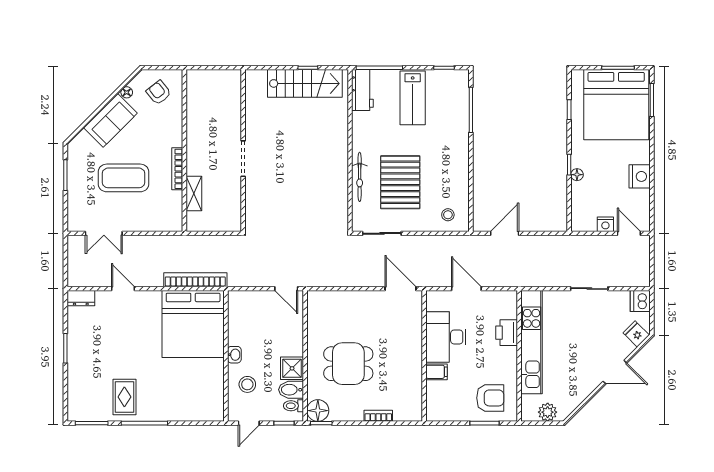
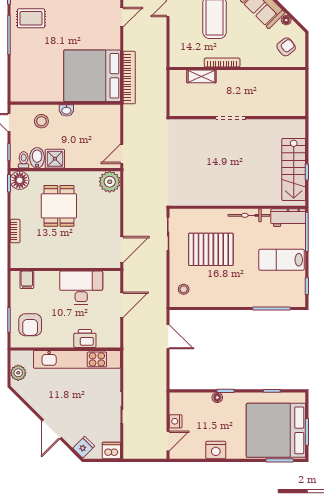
bicycle: (360, 177) -> (249, 215), moved
plant: (320, 303) -> (110, 182), added
filing cabinet: (437, 372) -> (27, 280), moved

